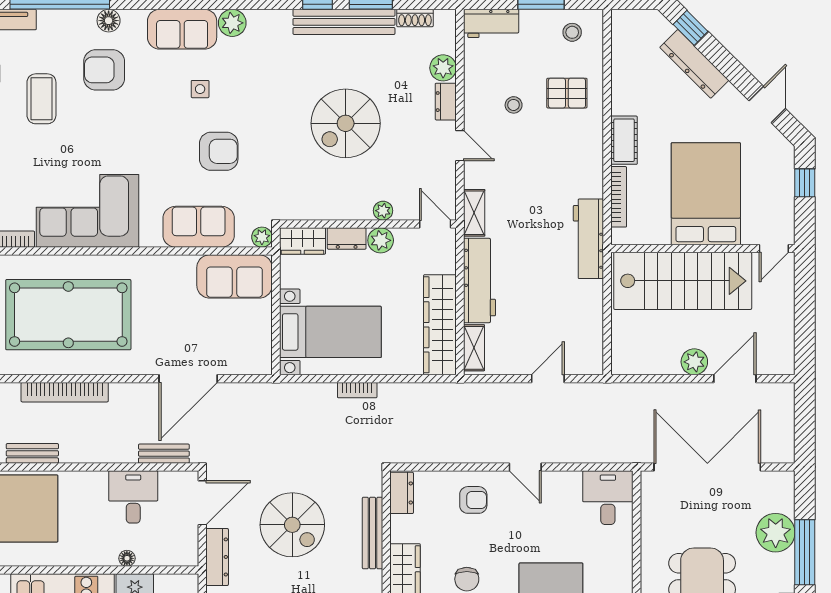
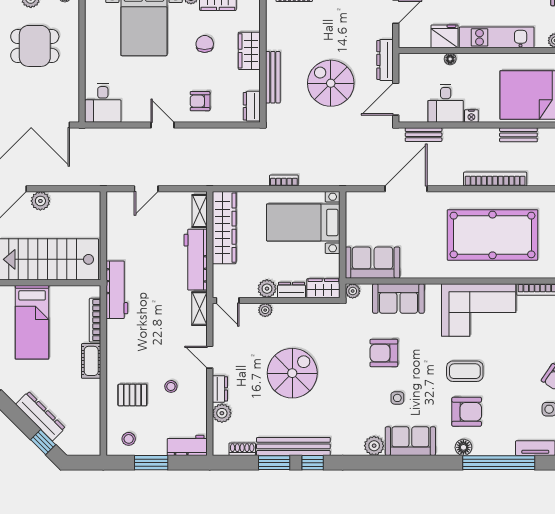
coffee table: (41, 99) -> (465, 371), moved, turned 90
bed: (706, 194) -> (32, 322), width x0.67
nightstand: (98, 479) -> (471, 116), added

